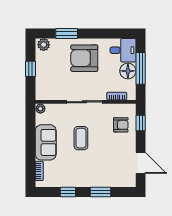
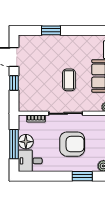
armchair: (84, 58) -> (72, 144), moved
window: (141, 123) -> (14, 83), moved
armchair: (121, 125) -> (32, 92), removed
window: (68, 192) -> (81, 30), removed

